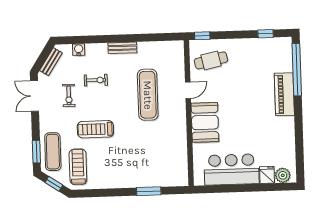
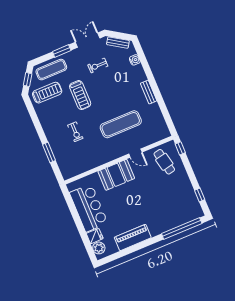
exercise bike: (96, 80) -> (75, 132), moved
piano: (284, 94) -> (133, 237), moved
treadmill: (95, 129) -> (80, 95), turned 180
window: (36, 152) -> (62, 51), moved

